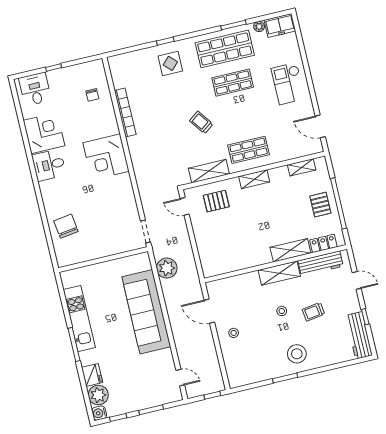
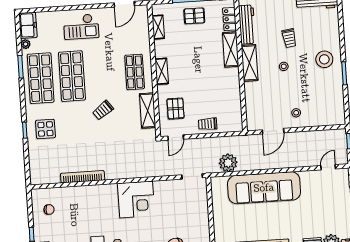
shop shelf: (233, 83) -> (72, 76), width x1.43, depth x1.36
chair: (92, 95) -> (49, 210), moved
corner desk: (106, 157) -> (136, 199), moved
trolley: (205, 239) -> (208, 124), added

